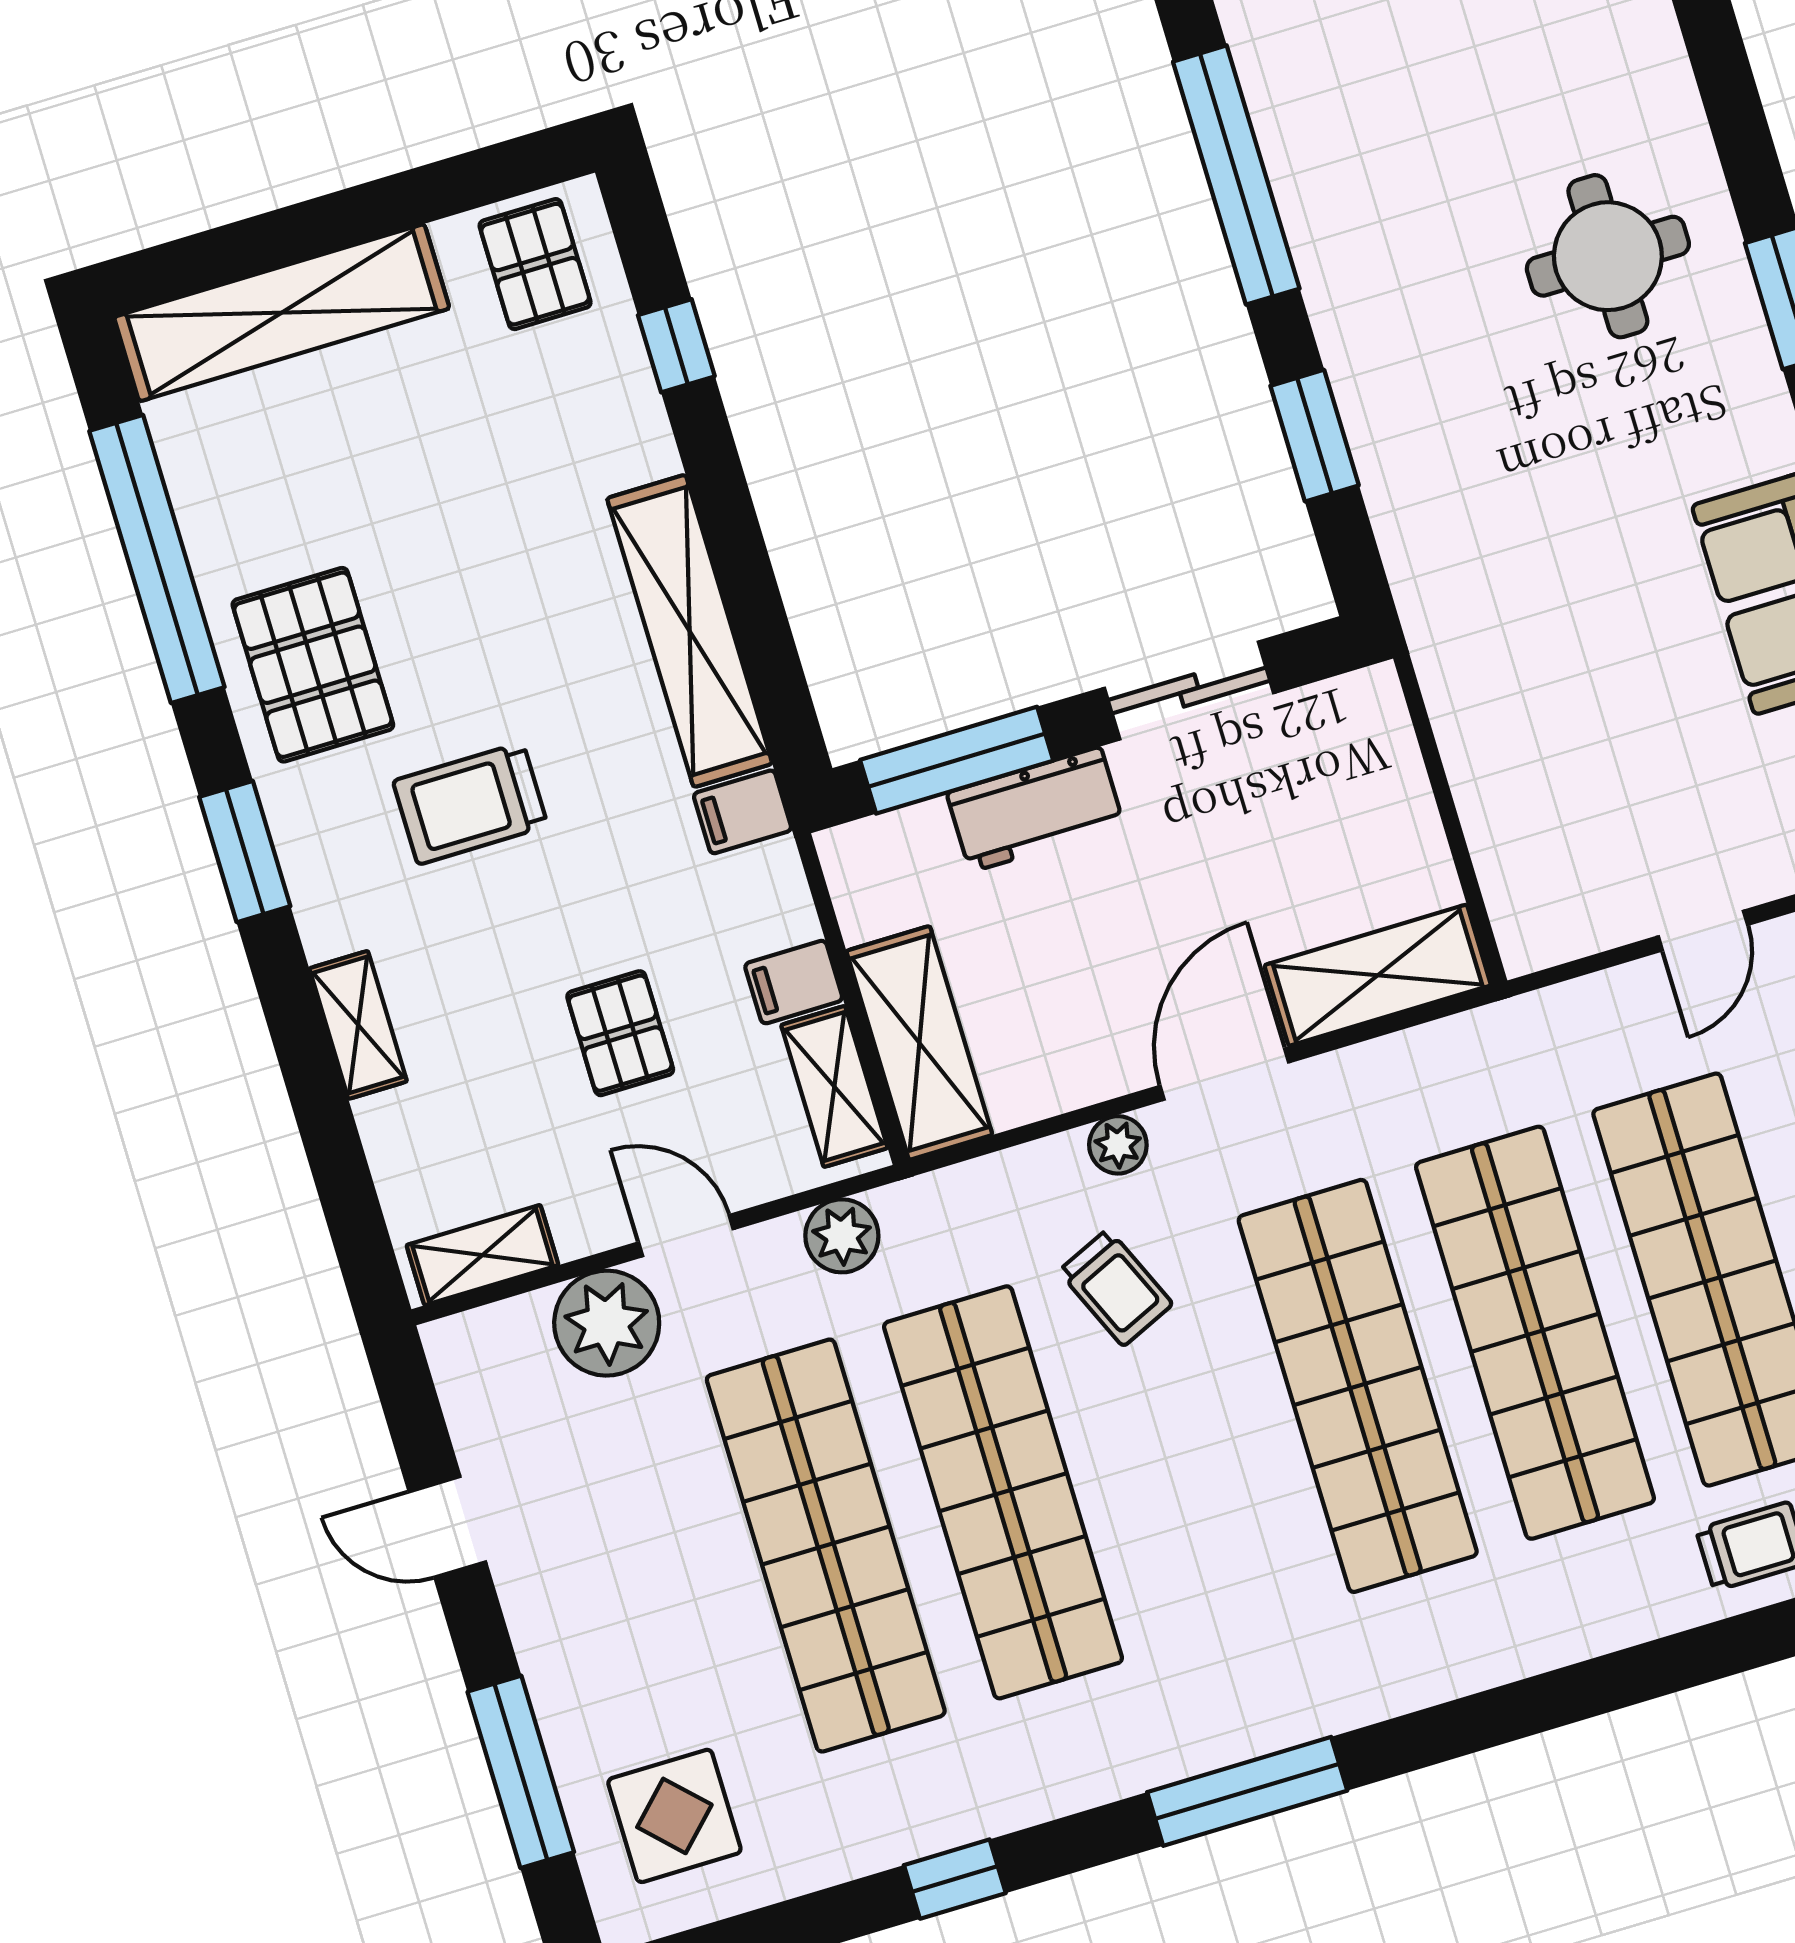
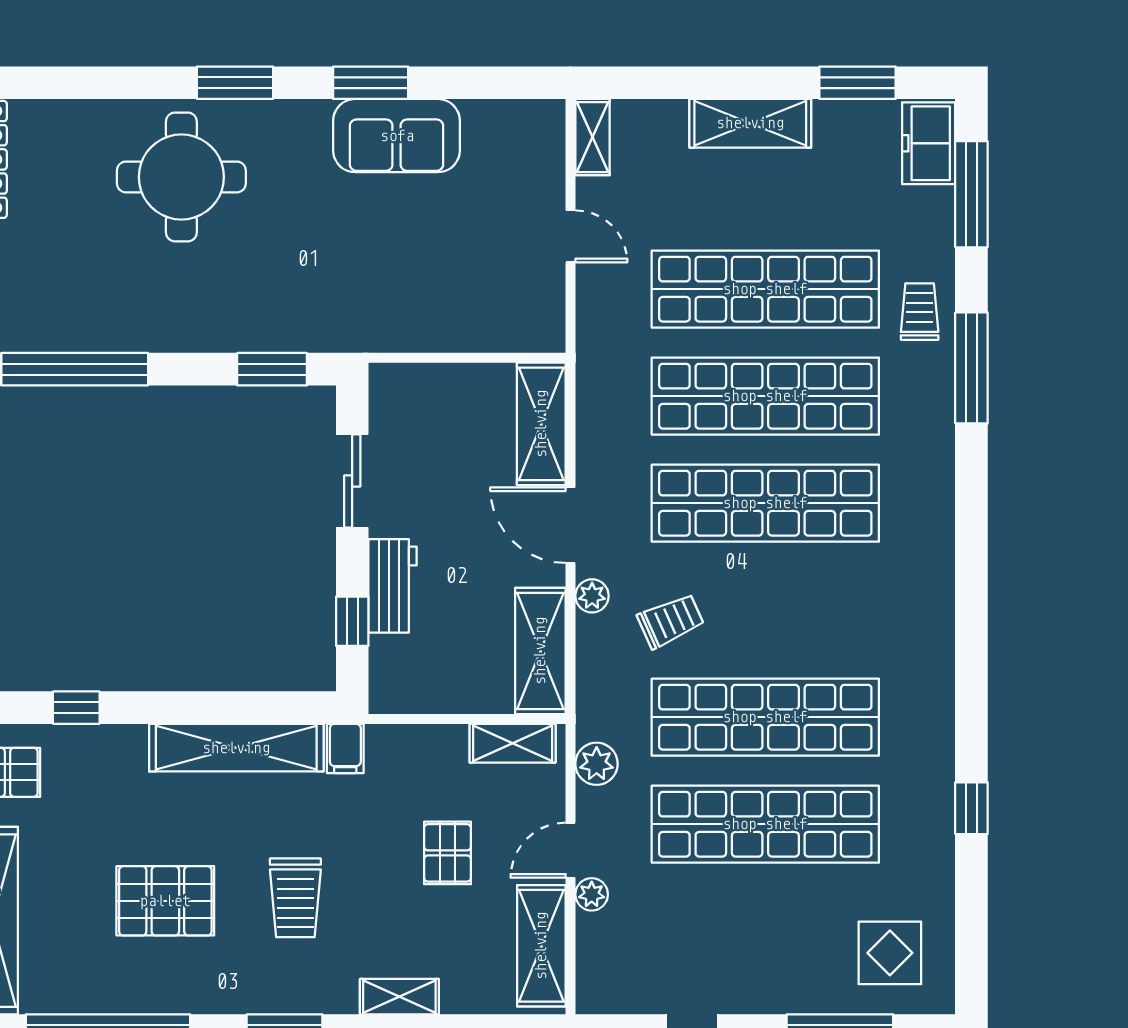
round table: (1608, 256) -> (181, 177), width x1.36, depth x1.36
window: (1315, 436) -> (272, 369), moved
pallet: (313, 665) -> (165, 901), moved
window: (957, 760) -> (352, 621), width x0.46
filing cabinet: (794, 982) -> (448, 748), removed
pallet: (620, 1033) -> (447, 853), turned 90
shelving: (919, 1043) -> (540, 651), moved, turned 90
shelving: (482, 1255) -> (541, 946), width x1.50, depth x1.33
plant: (607, 1323) -> (592, 894), width x0.53, depth x0.53
window: (1247, 1791) -> (971, 368), moved

